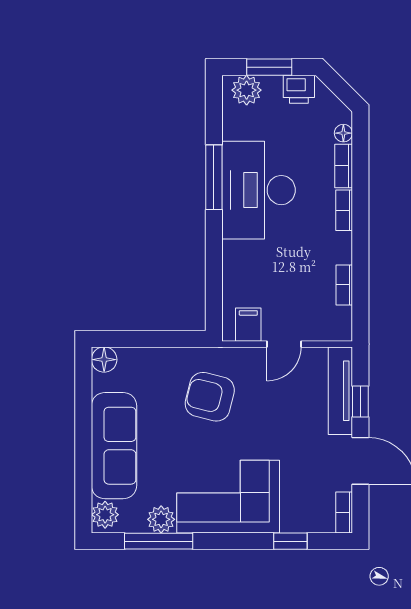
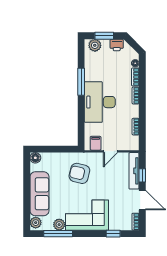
desk: (259, 190) -> (100, 102), moved

